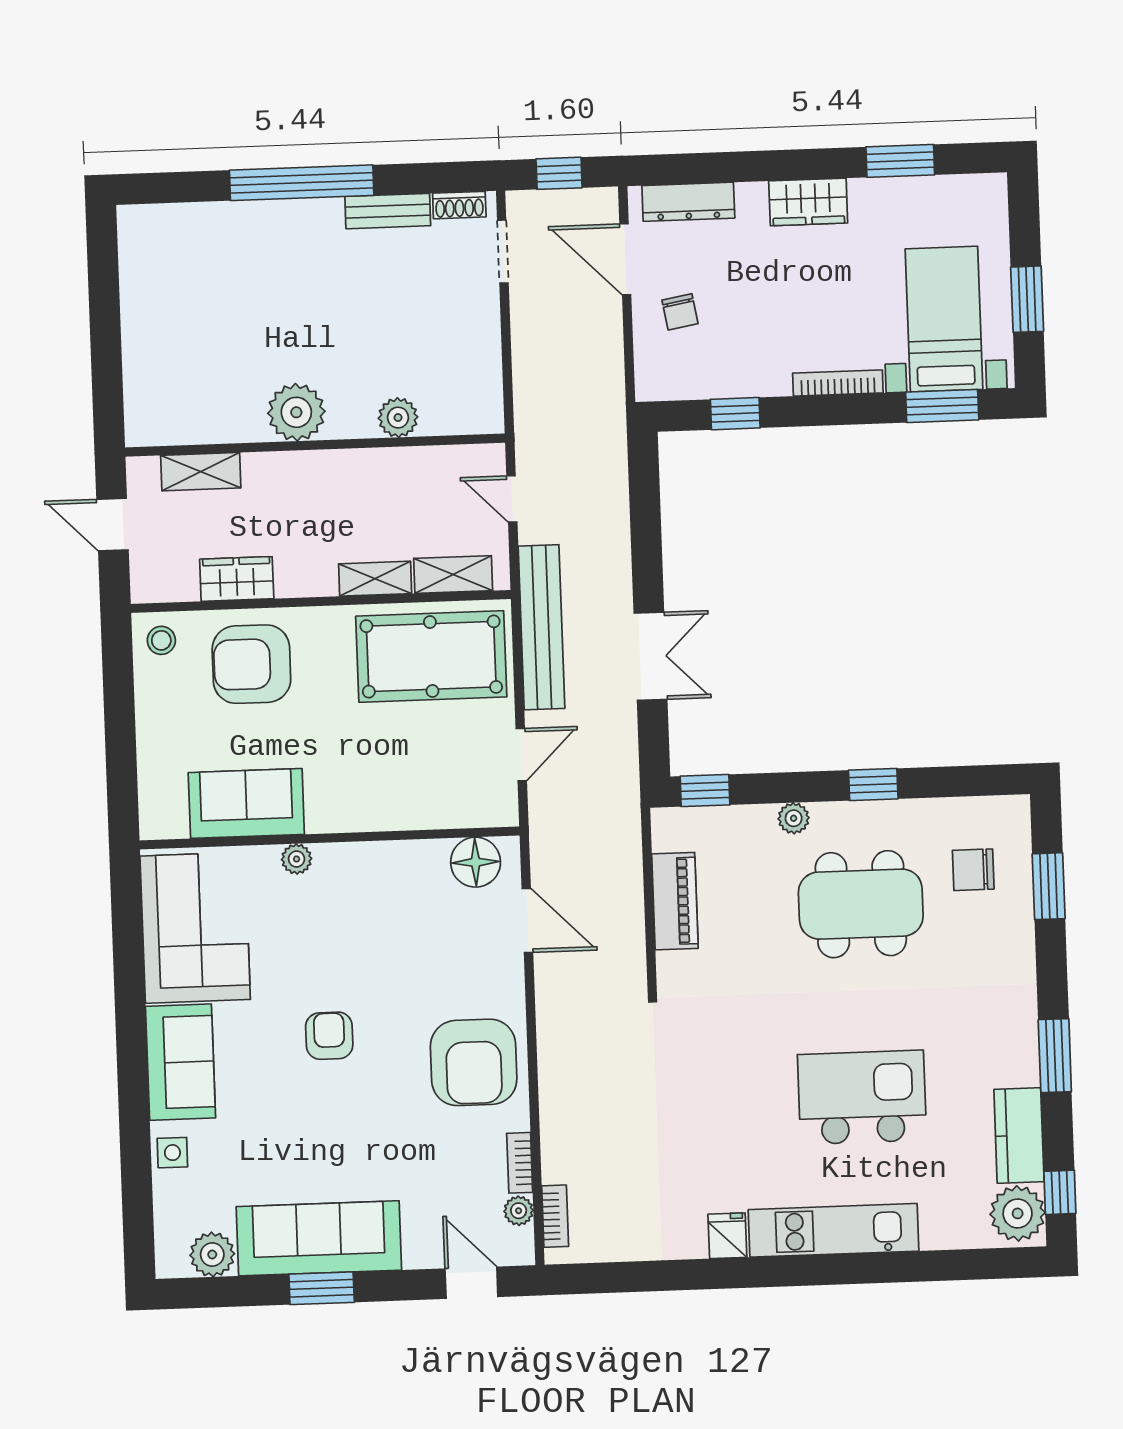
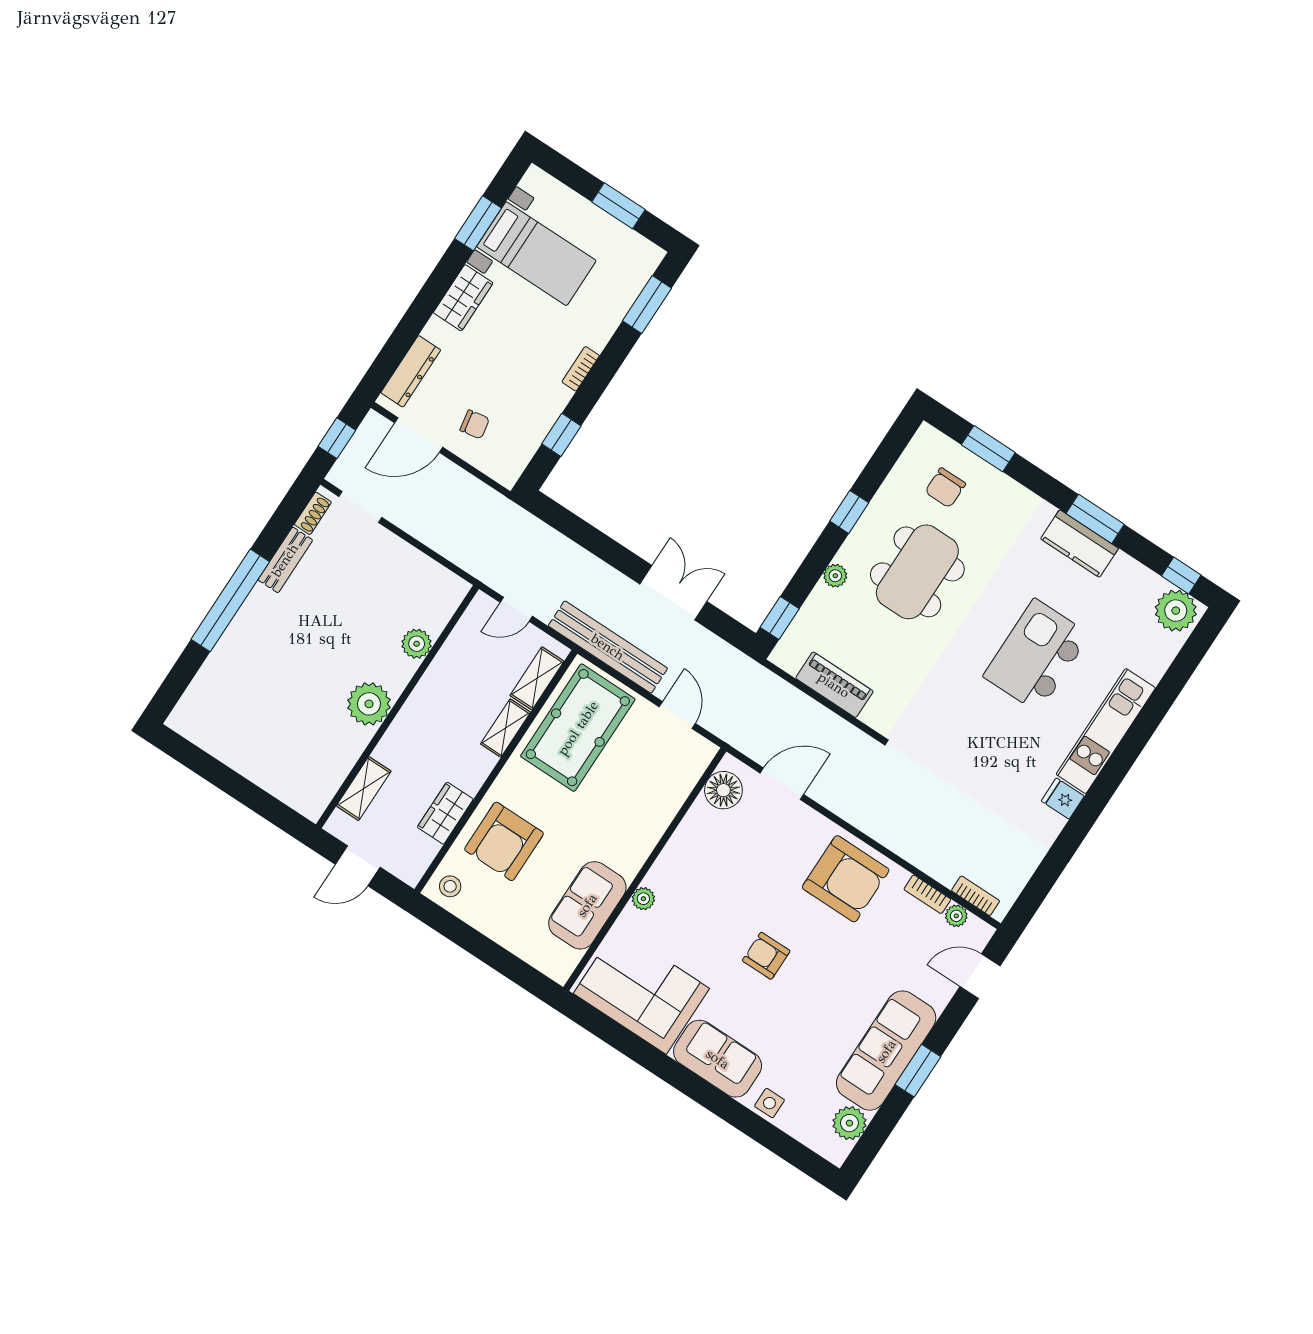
bed with nightstands: (944, 319) -> (536, 254), moved, turned 180
bookcase: (838, 383) -> (581, 369), width x0.64
kitchen counter: (1019, 1136) -> (1080, 544), moved

